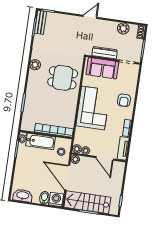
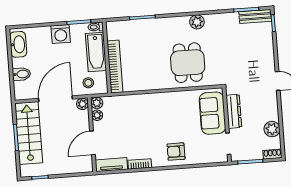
corner sofa: (93, 108) -> (156, 112), removed
washing machine: (56, 200) -> (61, 34), moved, turned 90

